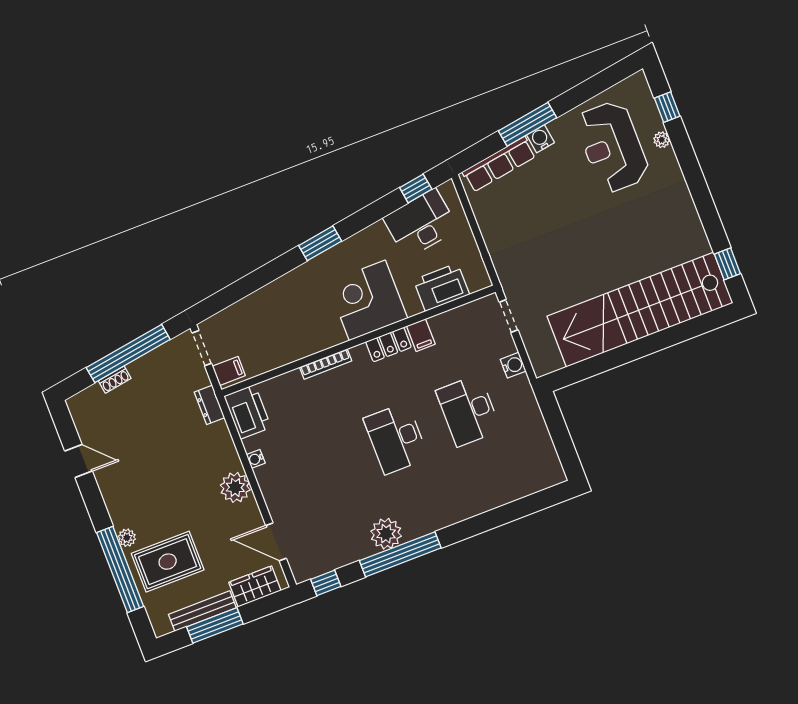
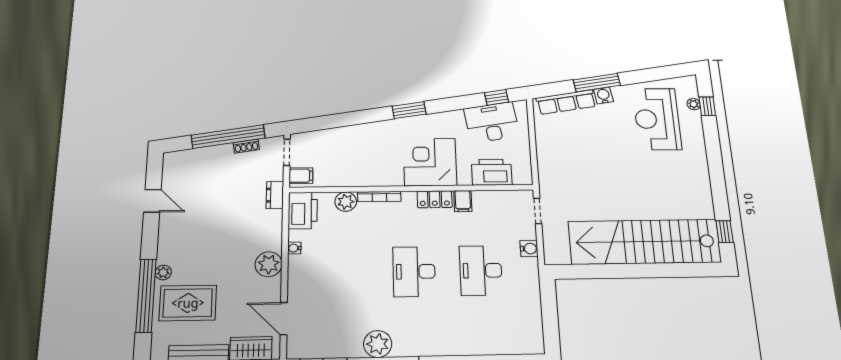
plant: (662, 140) -> (694, 104), moved
shoe rack: (115, 380) -> (246, 146), moved
plant: (291, 384) -> (346, 202), added

